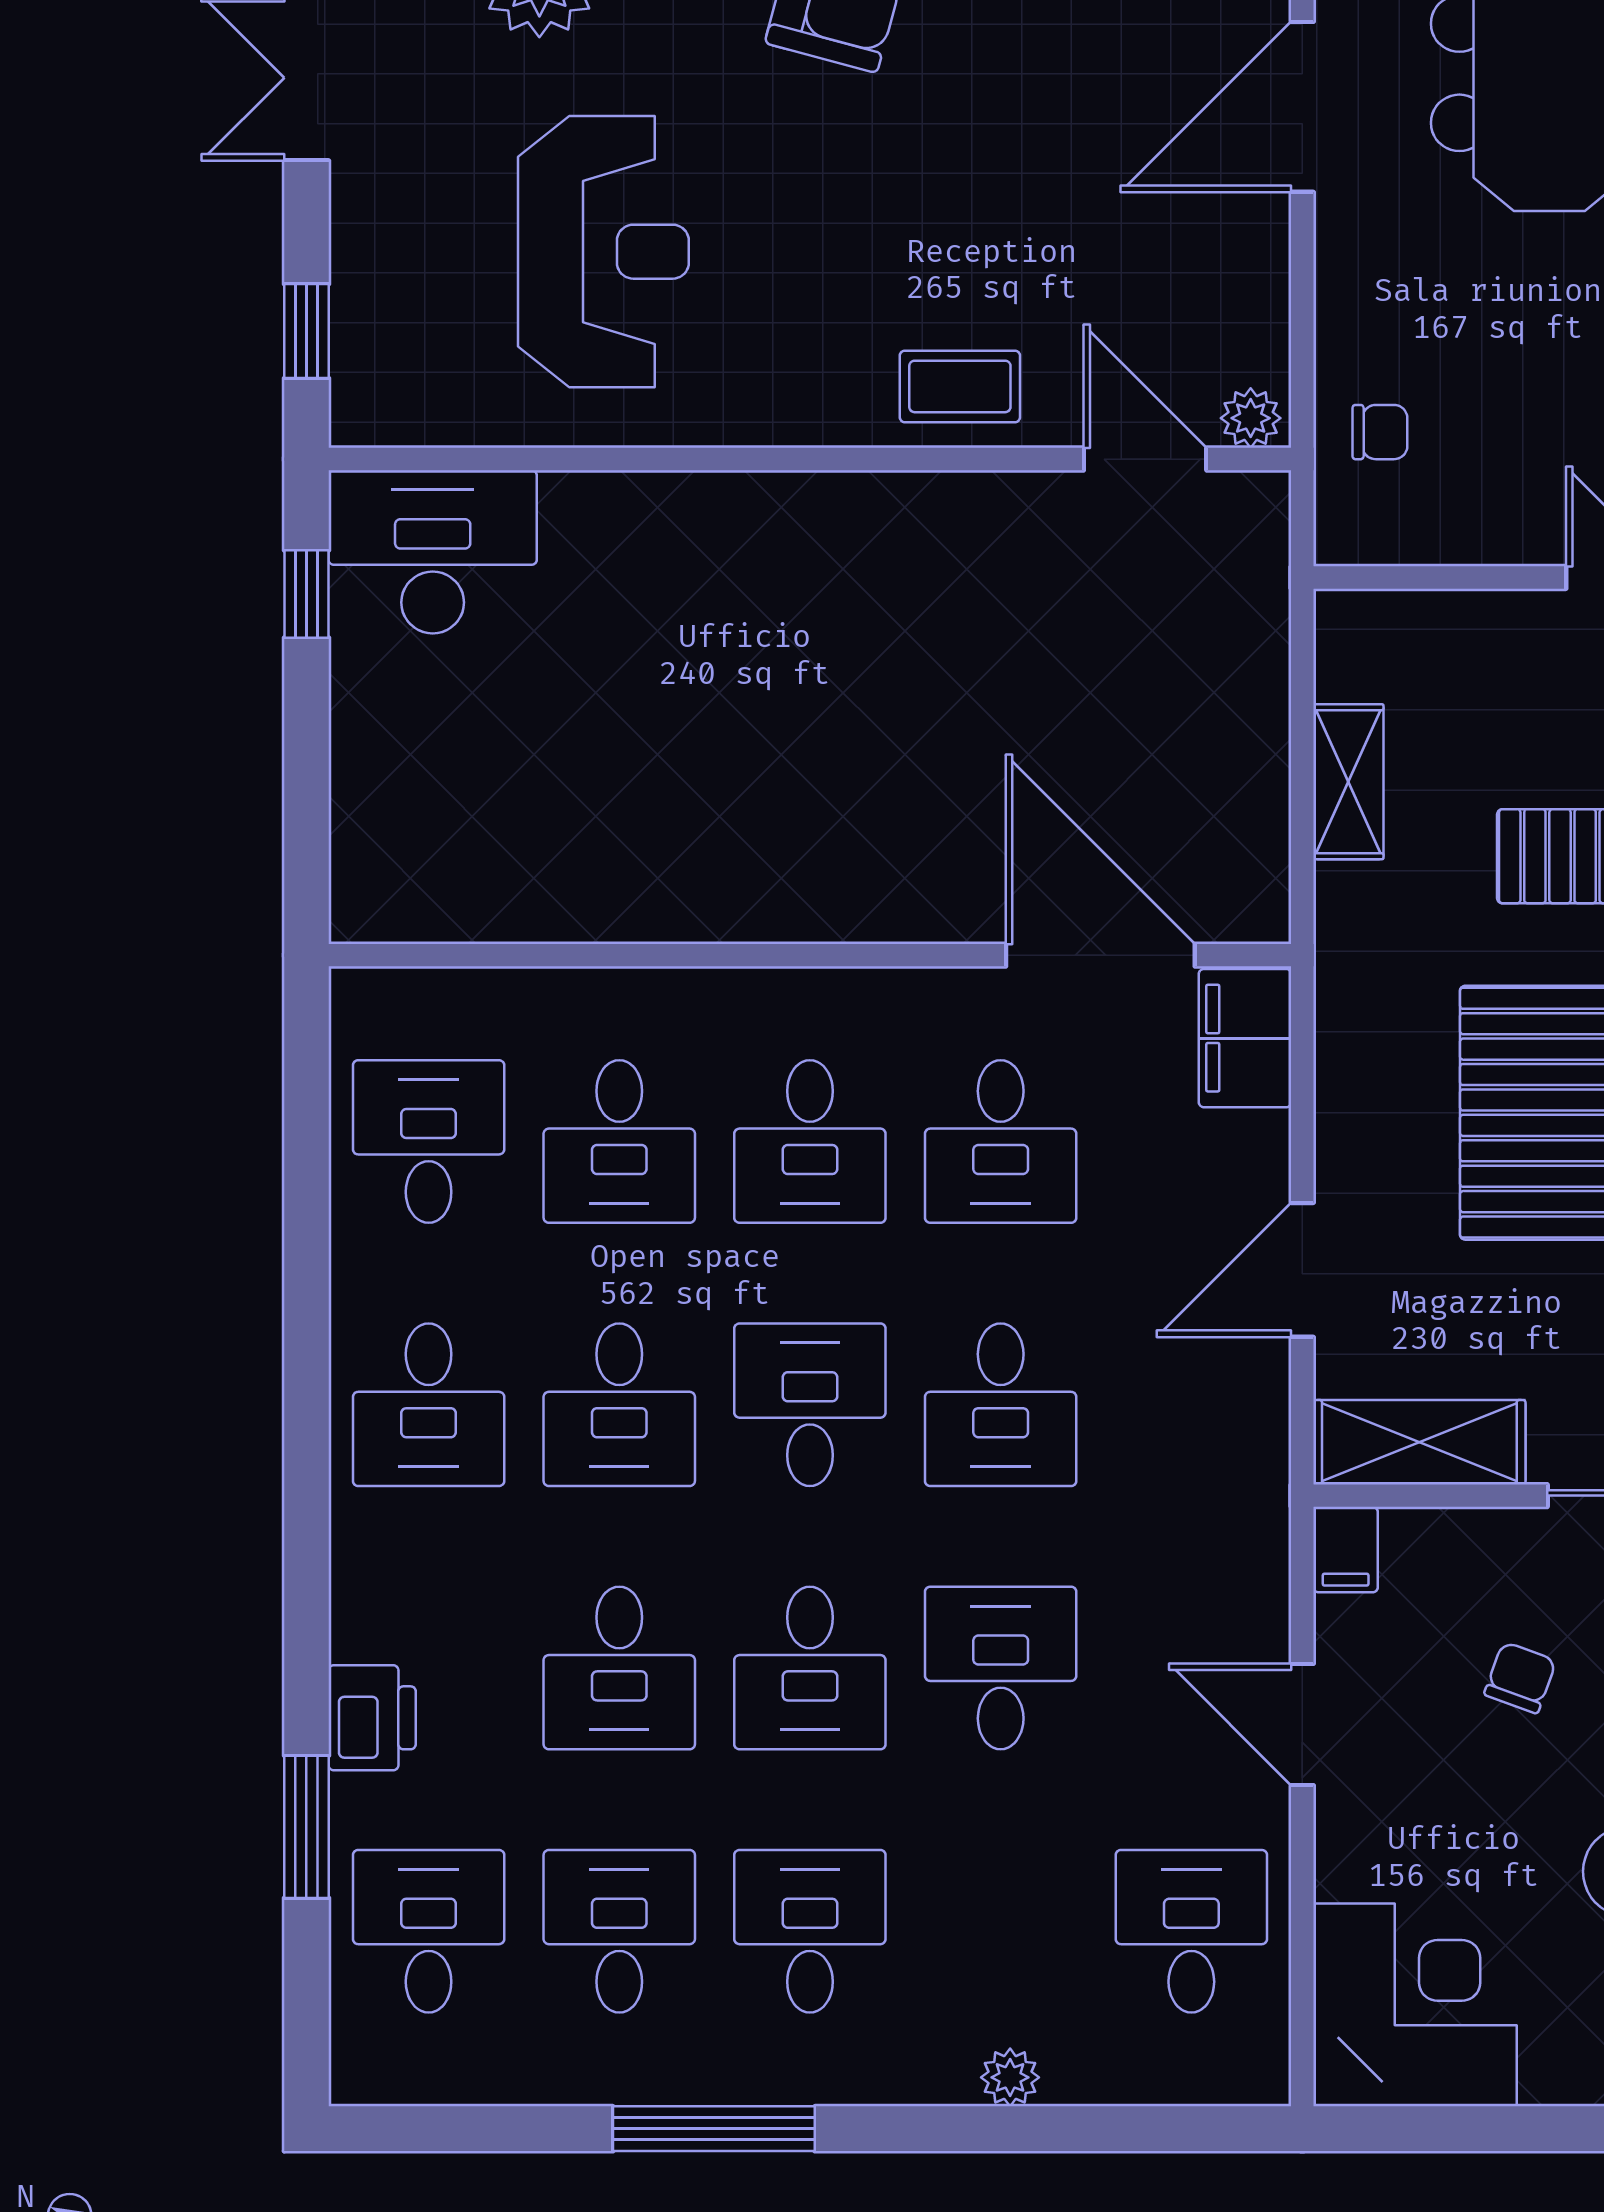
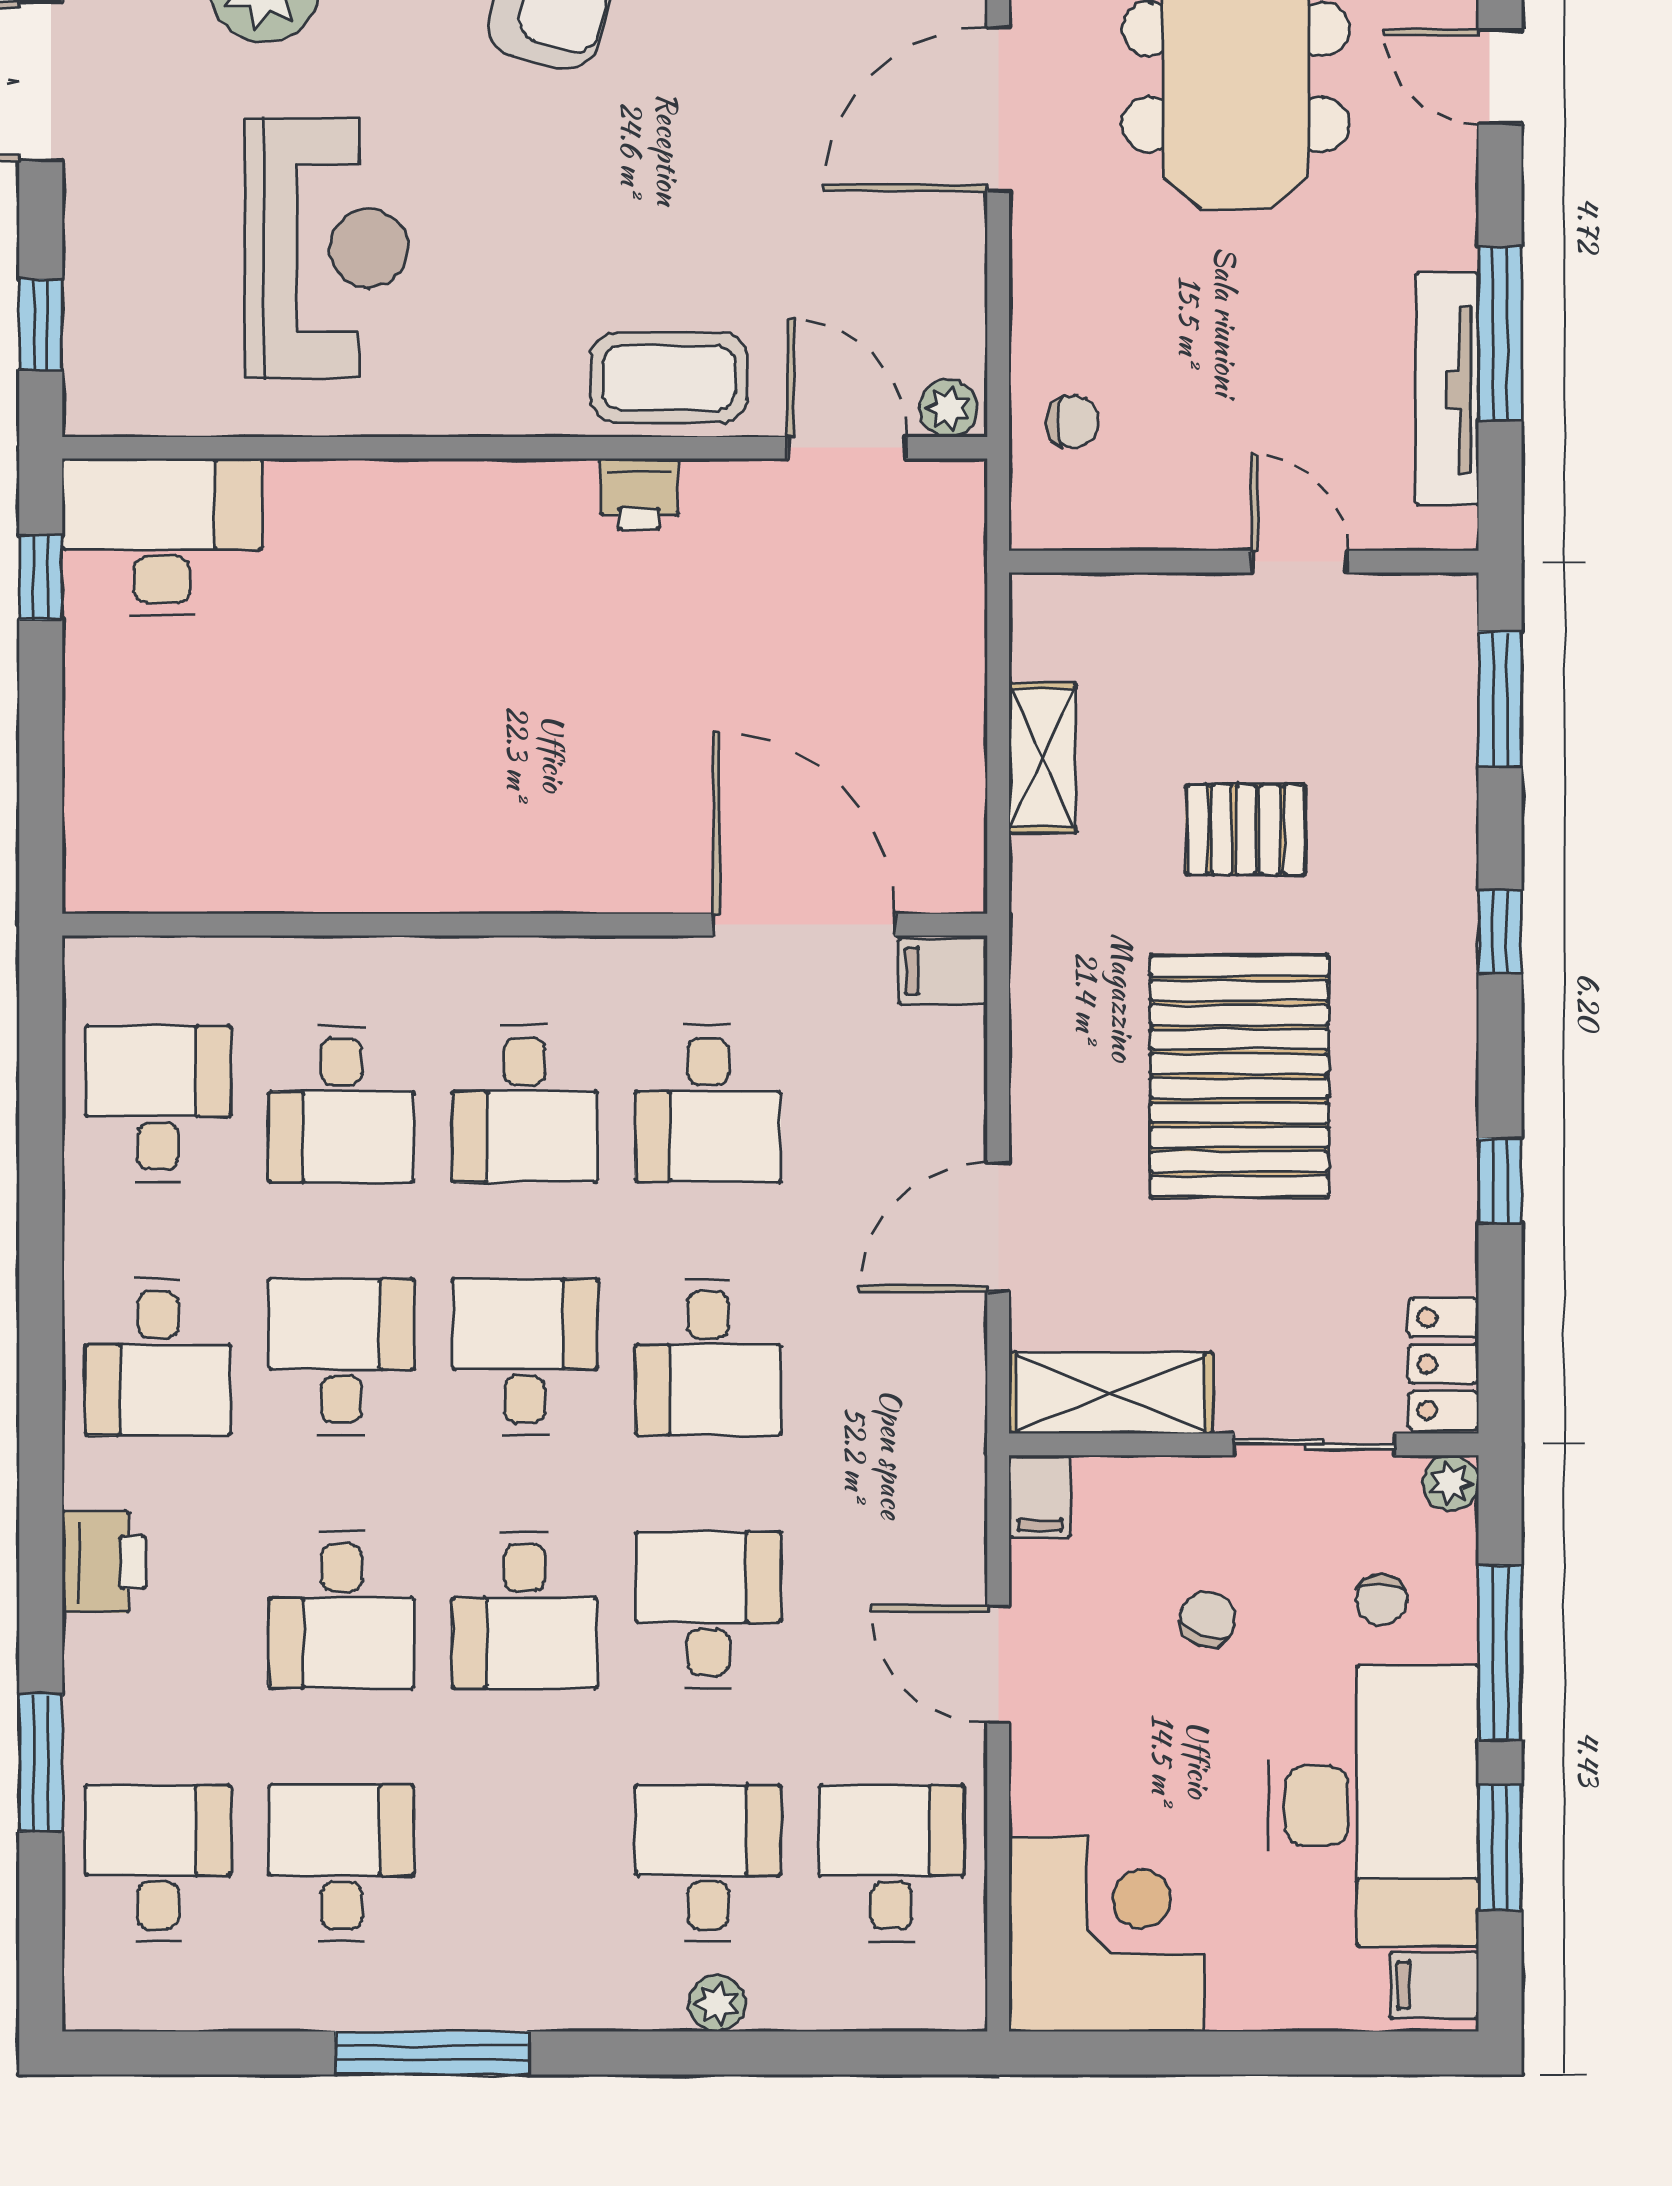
coffee table: (960, 386) -> (669, 378), width x1.36, depth x1.30
printer: (929, 507) -> (639, 494), added
filing cabinet: (1245, 1038) -> (943, 971), width x0.50
desk: (619, 1405) -> (341, 1357), turned 180
printer: (372, 1718) -> (104, 1562), moved
desk: (810, 1931) -> (708, 1863), moved

